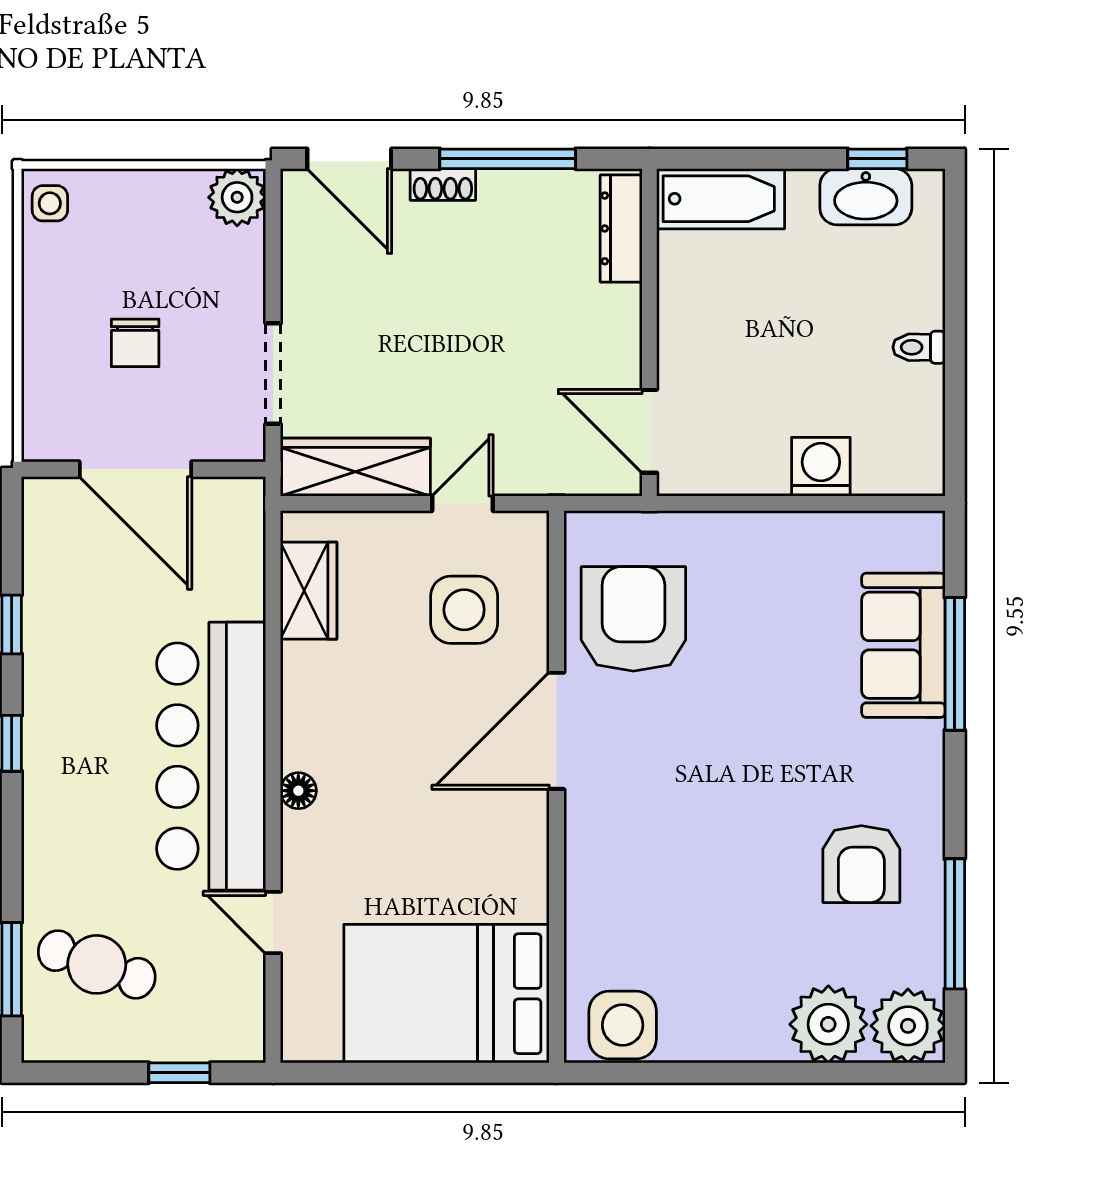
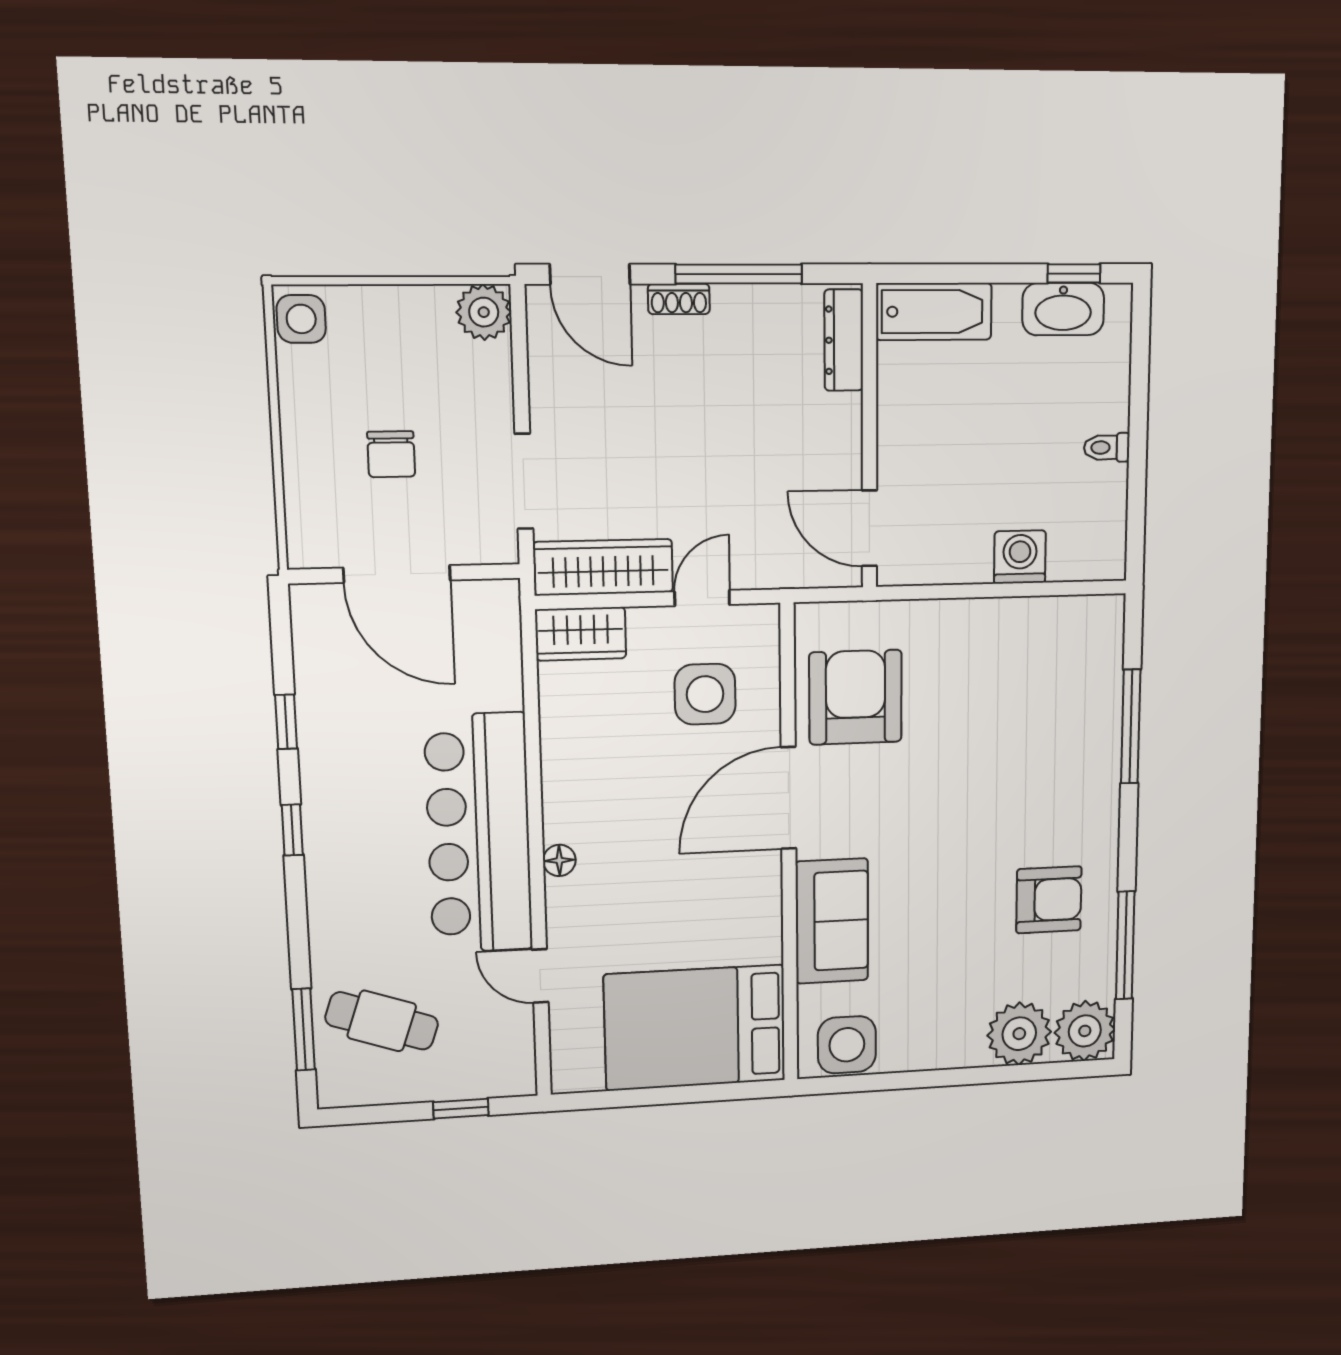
side table: (50, 203) -> (301, 319), width x1.37, depth x1.37
wardrobe: (309, 591) -> (581, 634), moved, turned 90
sofa: (903, 645) -> (832, 921), moved, turned 180
armchair: (861, 864) -> (1049, 900), turned -90

